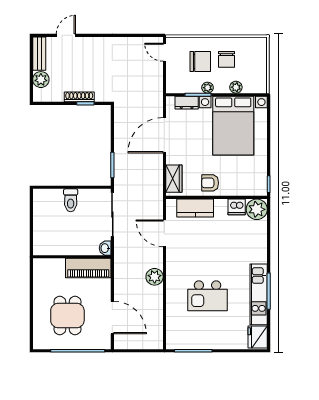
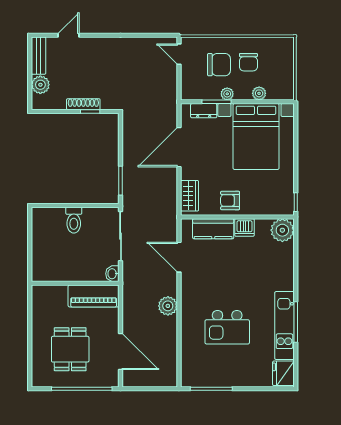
dishwasher: (237, 207) -> (244, 227), moved

